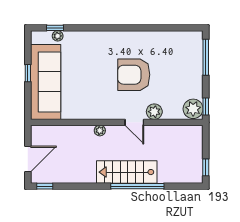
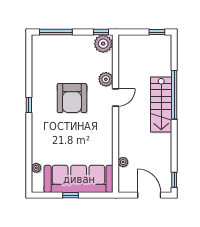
window: (55, 28) -> (29, 105), moved
plant: (100, 131) -> (123, 162), moved

